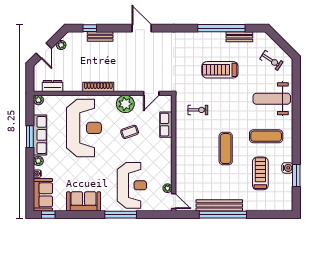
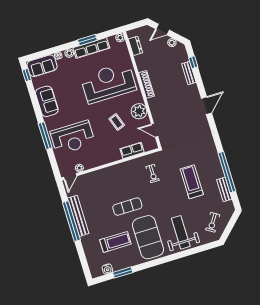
reception desk: (84, 128) -> (108, 83), turned 180
exercise mat: (266, 136) -> (148, 237), width x2.00, depth x1.45
water cooler: (287, 168) -> (107, 269), moved

